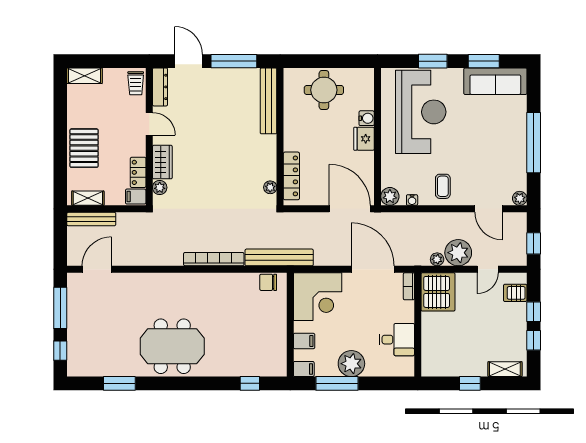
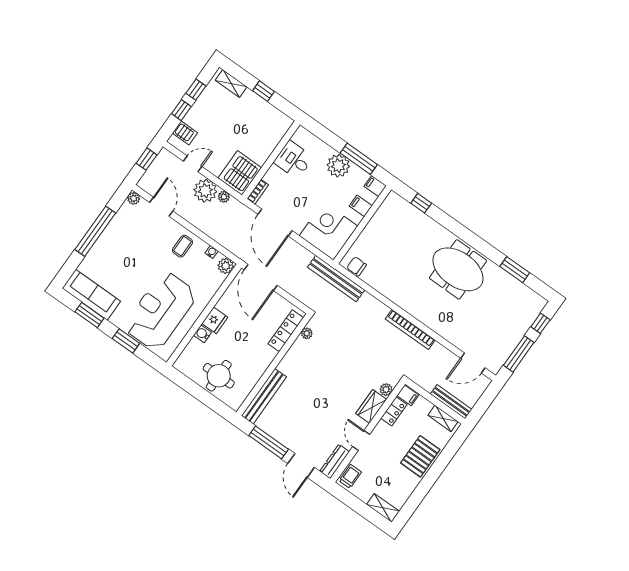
bookcase: (214, 259) -> (410, 329), moved
chair: (268, 282) -> (357, 266), turned 180

